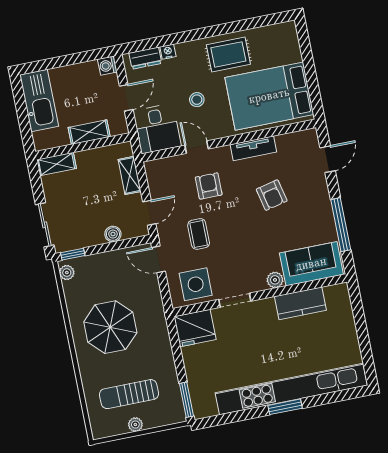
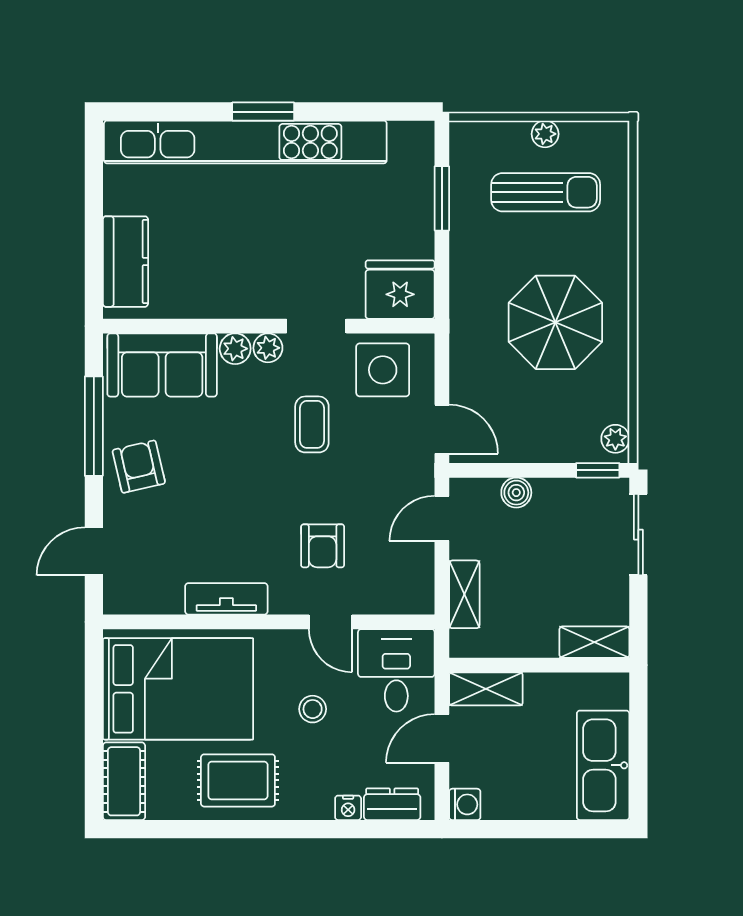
cot: (288, 42) -> (124, 781), added
shelving: (89, 132) -> (486, 689), moved
armchair: (272, 195) -> (139, 467), moved
coffee table: (199, 234) -> (312, 424), moved
plant: (258, 284) -> (268, 348), added
kitchen counter: (300, 303) -> (125, 262), moved, turned 90
window: (187, 400) -> (442, 198), moved

